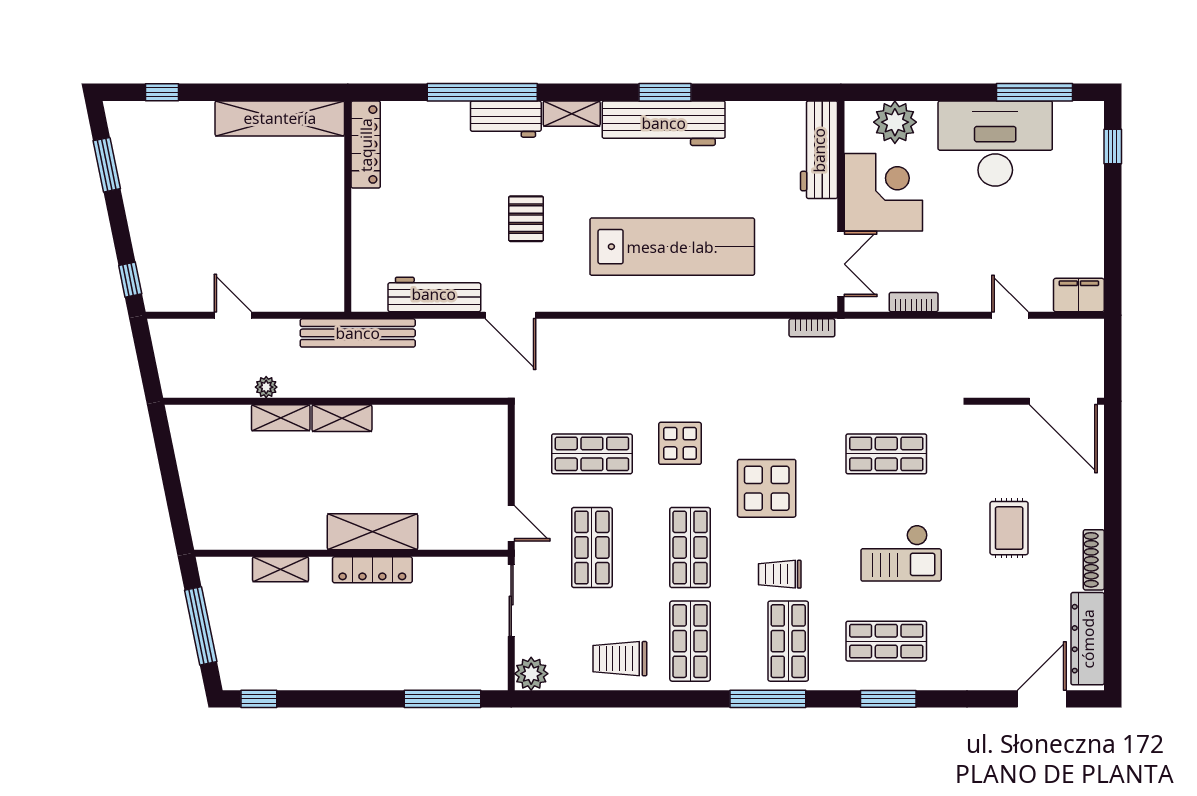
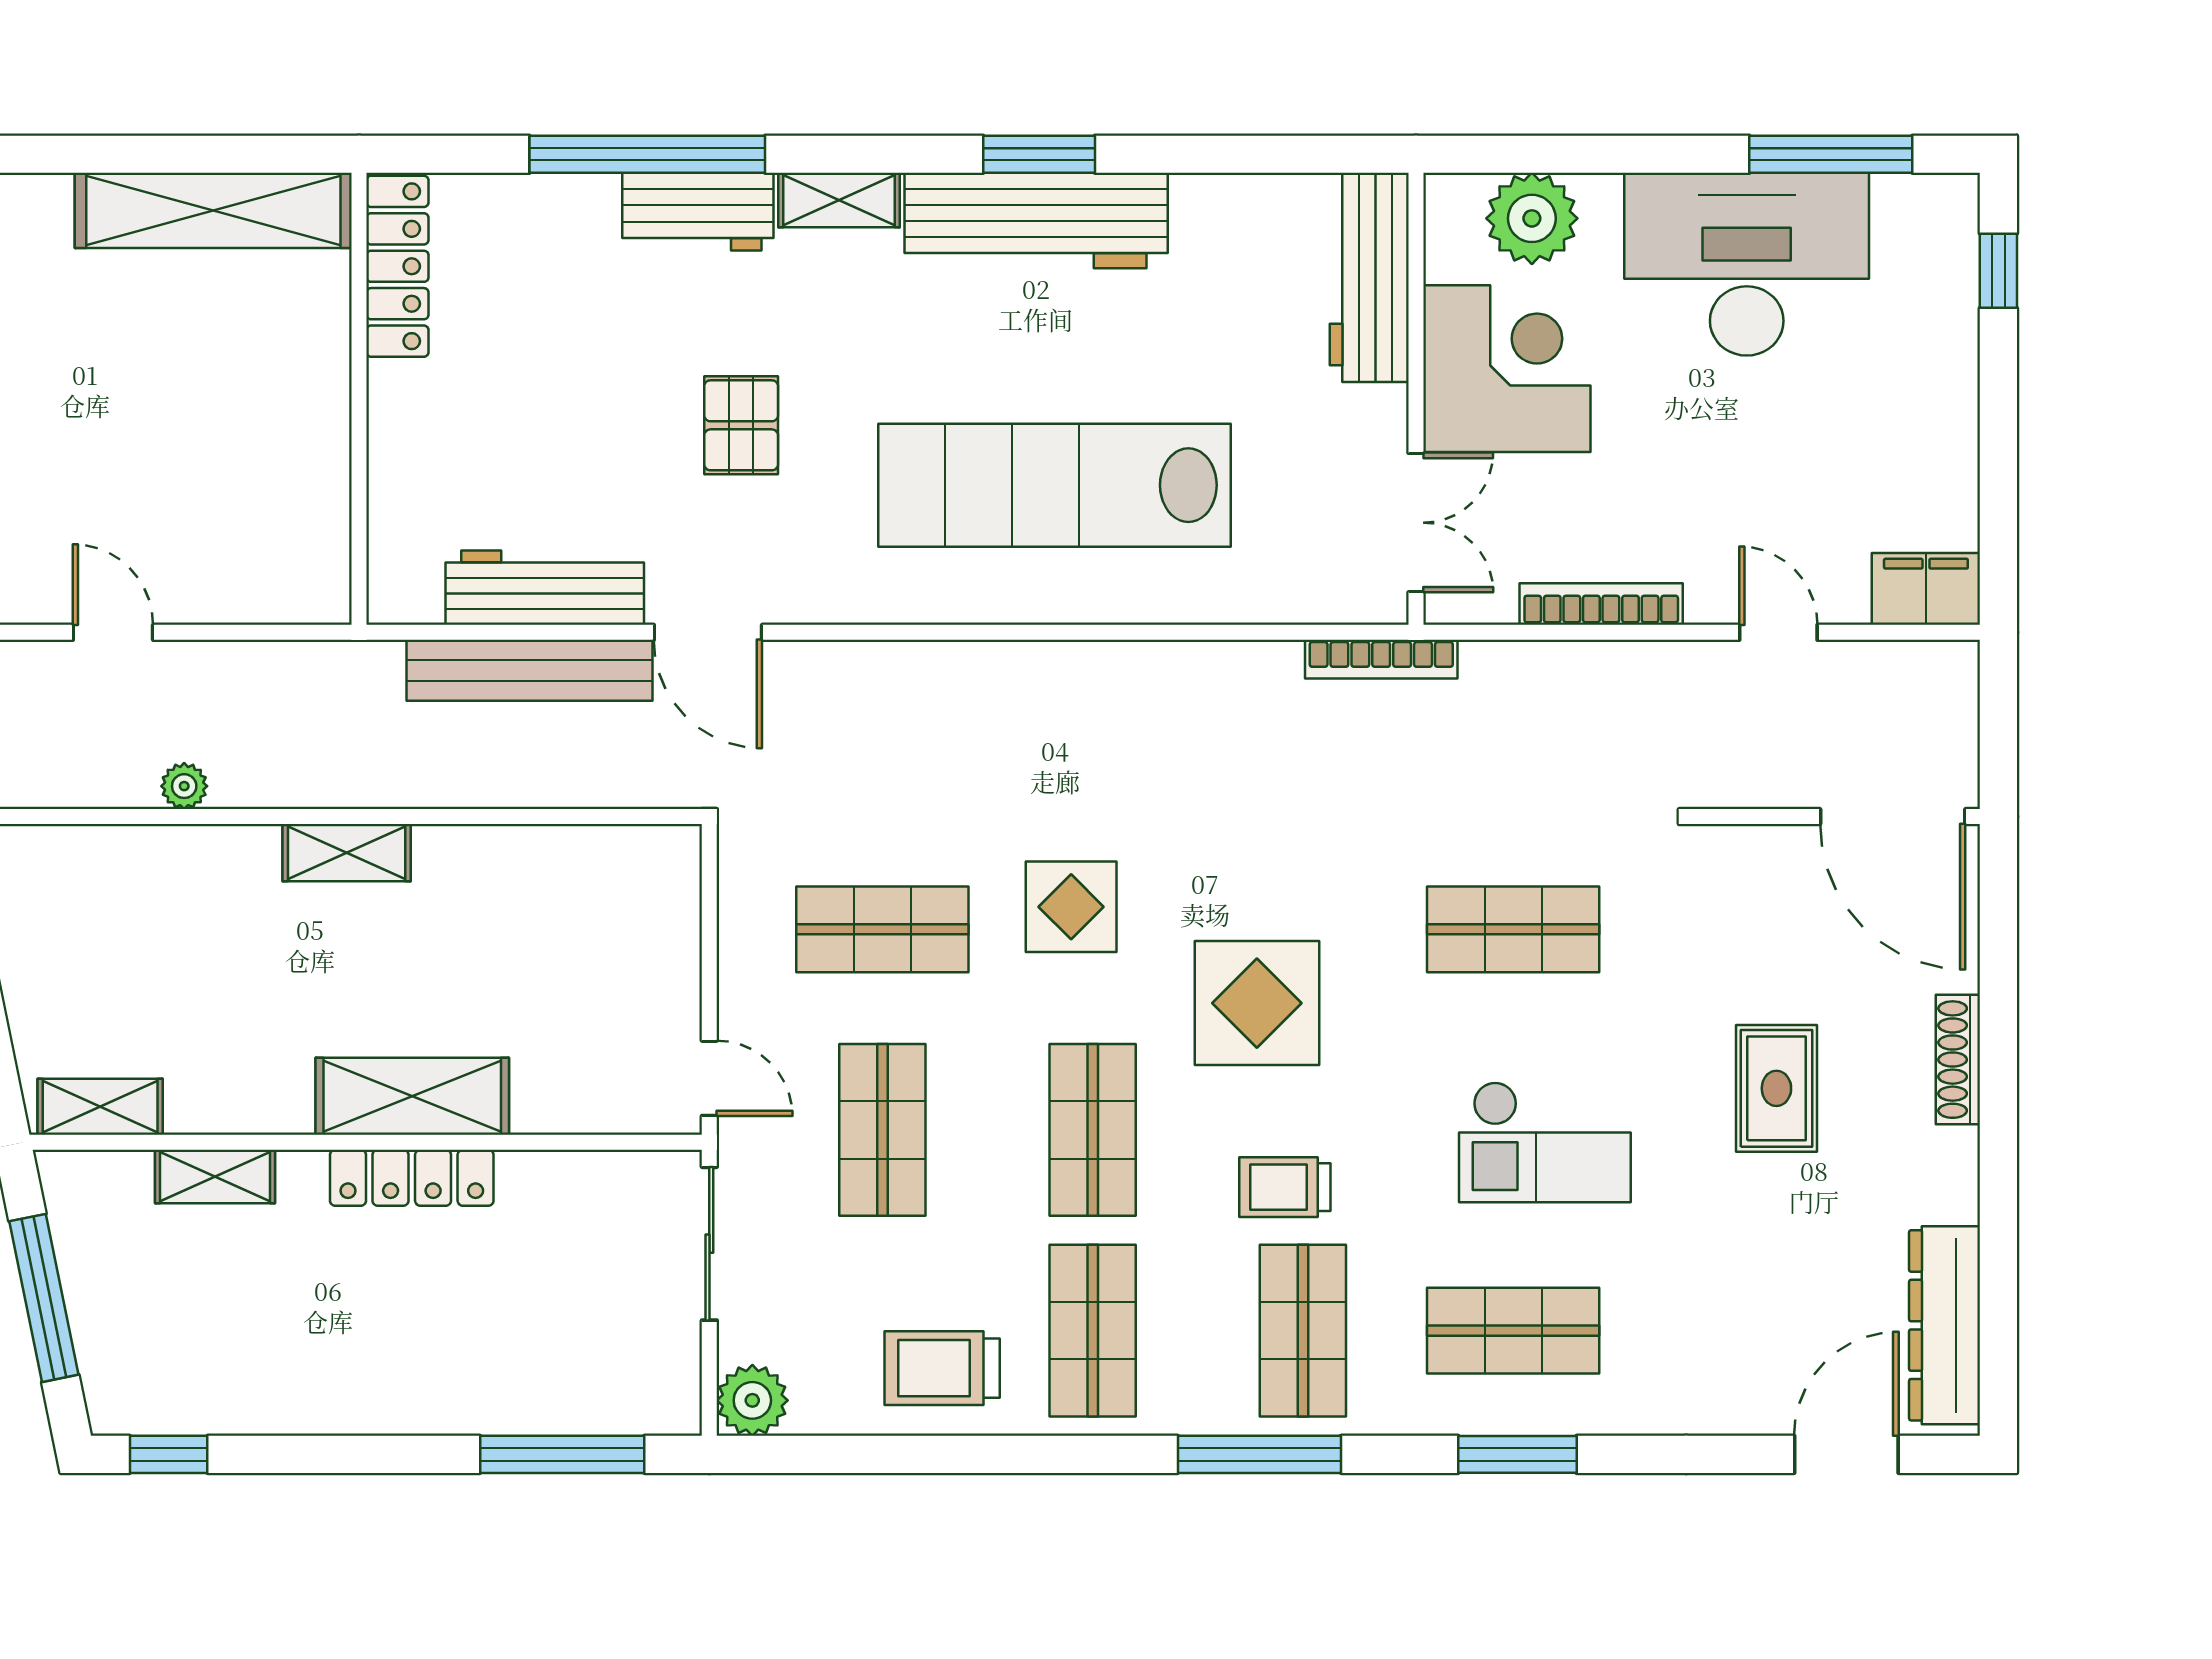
lab bench: (672, 247) -> (1054, 485), turned 180
bookcase: (914, 302) -> (1601, 604), width x1.56
bookcase: (812, 328) -> (1381, 659), width x1.56
bench: (358, 333) -> (529, 670), moved
shelving: (281, 418) -> (100, 1107), moved
shoe rack: (1094, 560) -> (1958, 1060), moved

